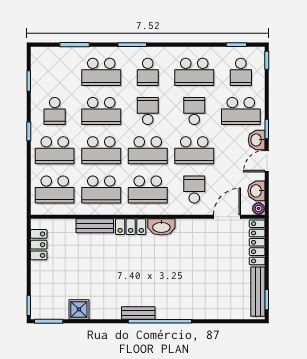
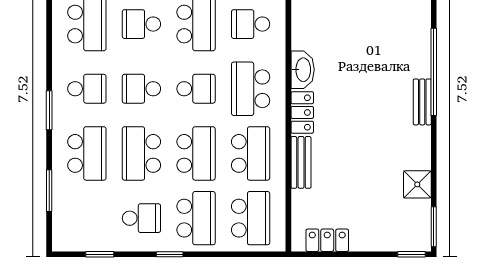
school desk: (101, 111) -> (141, 153), turned 180
school desk: (148, 150) -> (196, 89), width x0.54
school desk: (148, 190) -> (251, 89), turned 180

